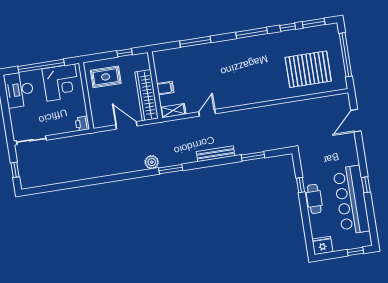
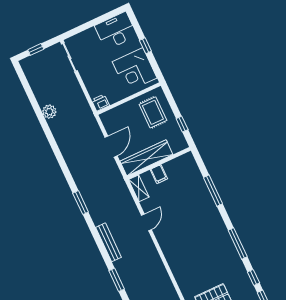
window: (41, 66) -> (145, 46), width x0.32
door: (207, 113) -> (146, 222), hinge flipped
plant: (152, 162) -> (49, 112), moved

